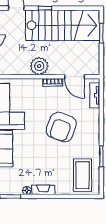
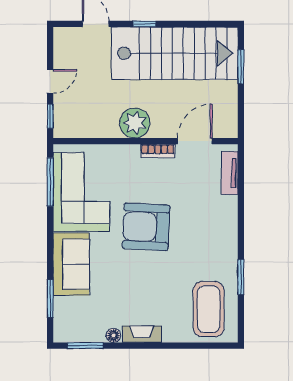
door: (74, 77) -> (195, 141), swing flipped
armchair: (61, 127) -> (146, 227), moved, turned 73

